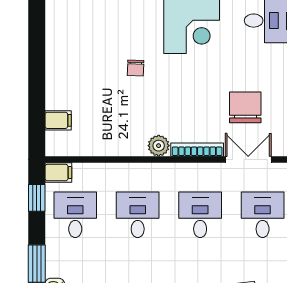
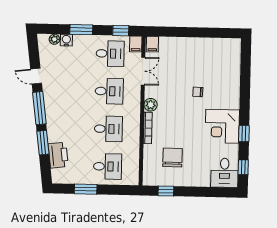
chair: (245, 107) -> (172, 158), turned -90
filing cabinet: (58, 120) -> (152, 44), moved
double door: (248, 159) -> (143, 71), moved

